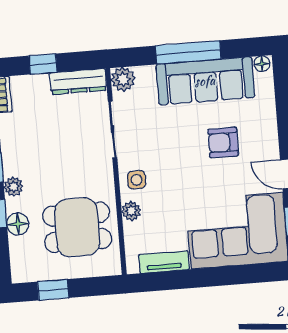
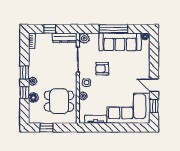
armchair: (223, 142) -> (102, 69), moved

